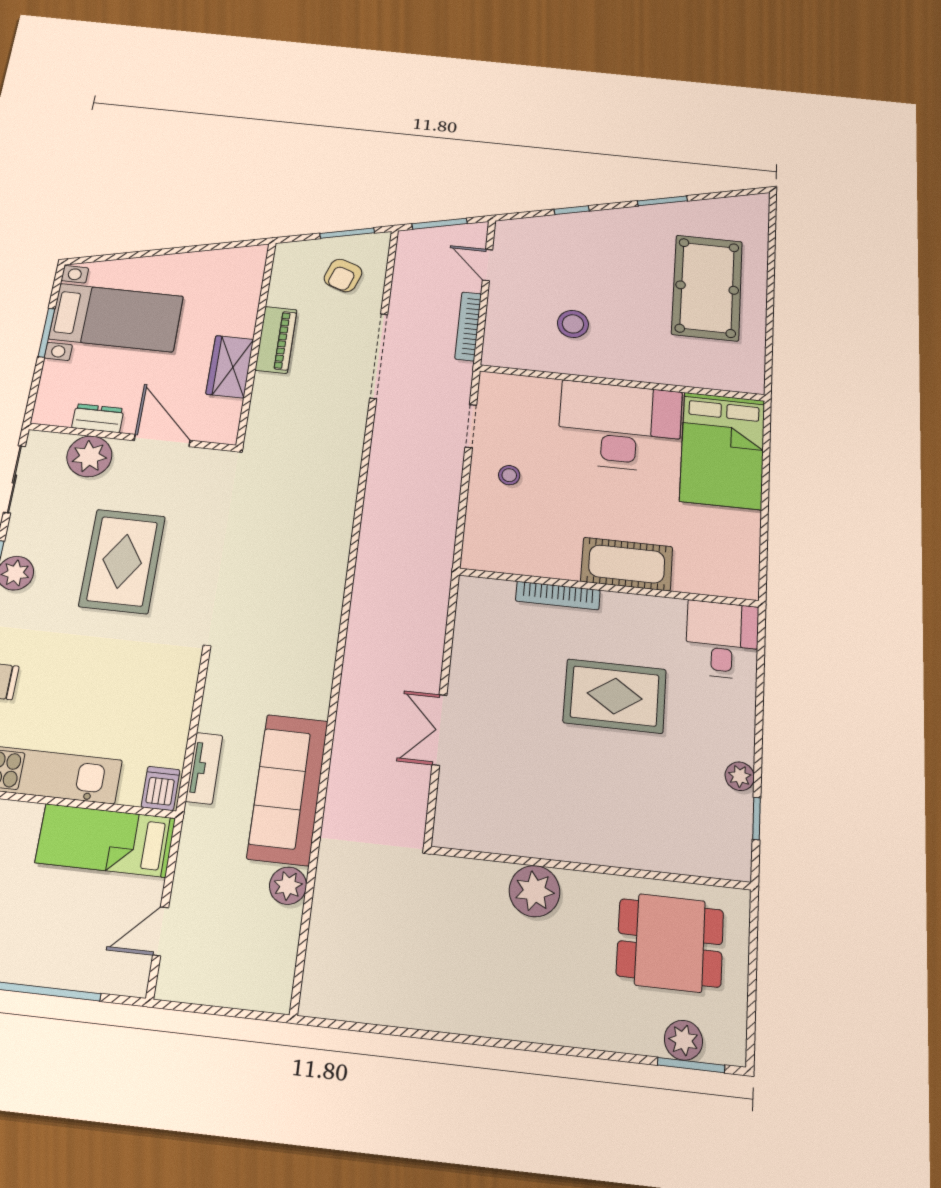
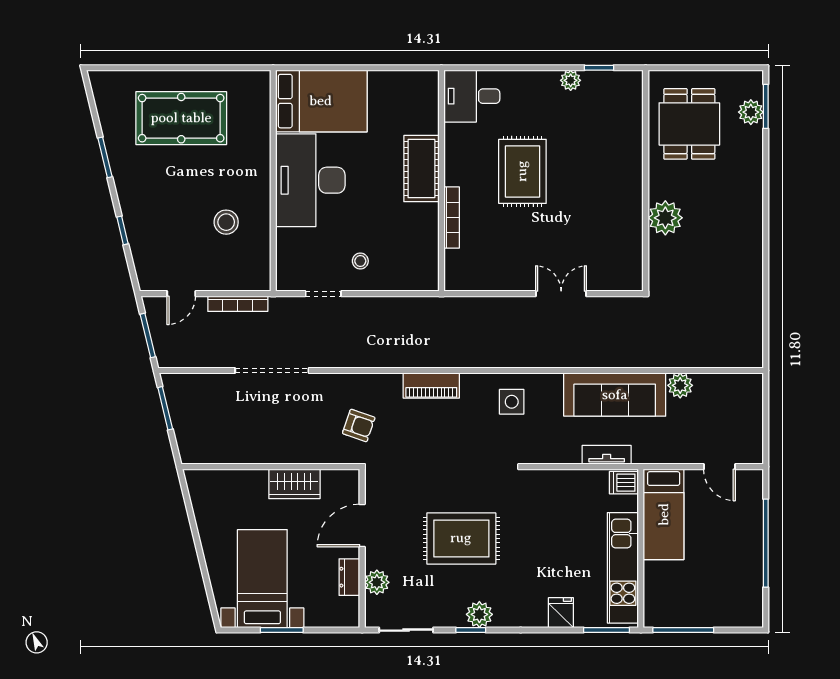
armchair: (343, 275) -> (359, 425), moved
piano: (276, 340) -> (431, 386), moved, turned 180
plant: (89, 456) -> (377, 582), width x0.73, depth x0.73
side table: (297, 647) -> (512, 402), added
double door: (439, 730) -> (561, 294), swing flipped

